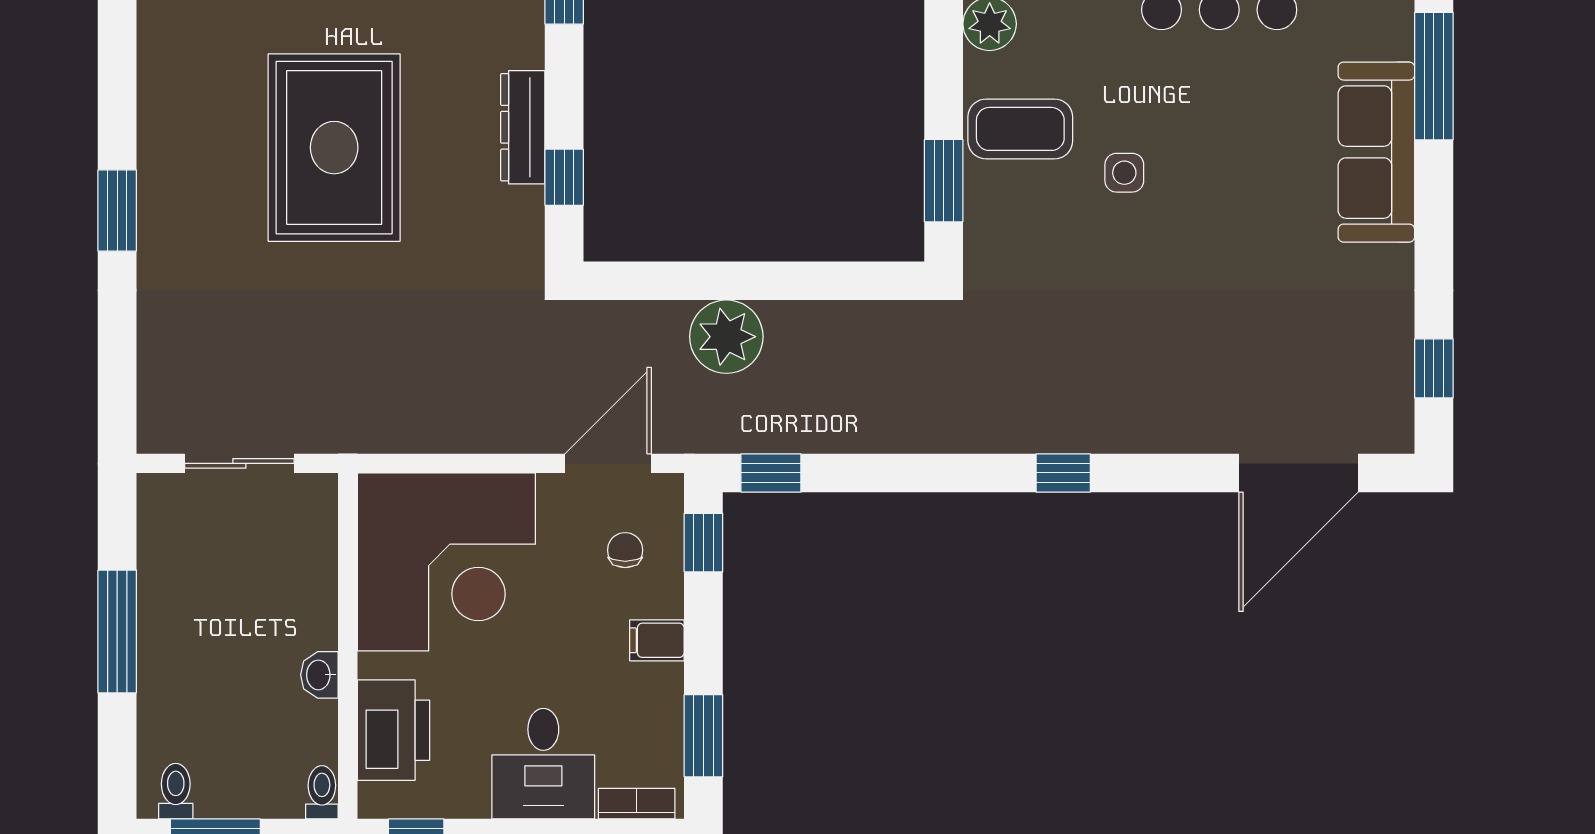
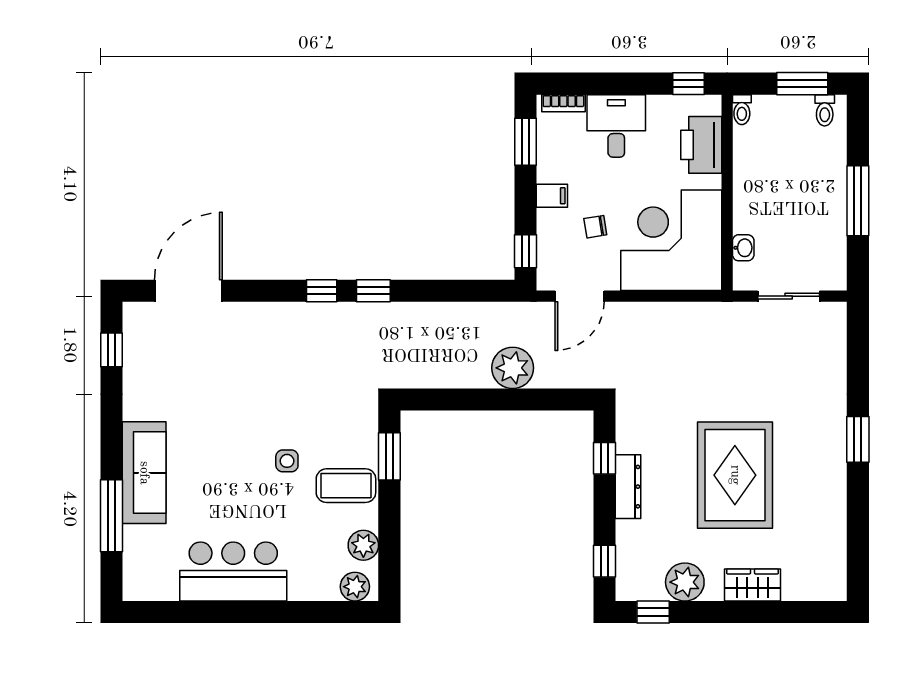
window: (771, 473) -> (373, 291), moved
chair: (625, 550) -> (595, 227), moved, turned 81
washbasin: (319, 675) -> (743, 248), moved

